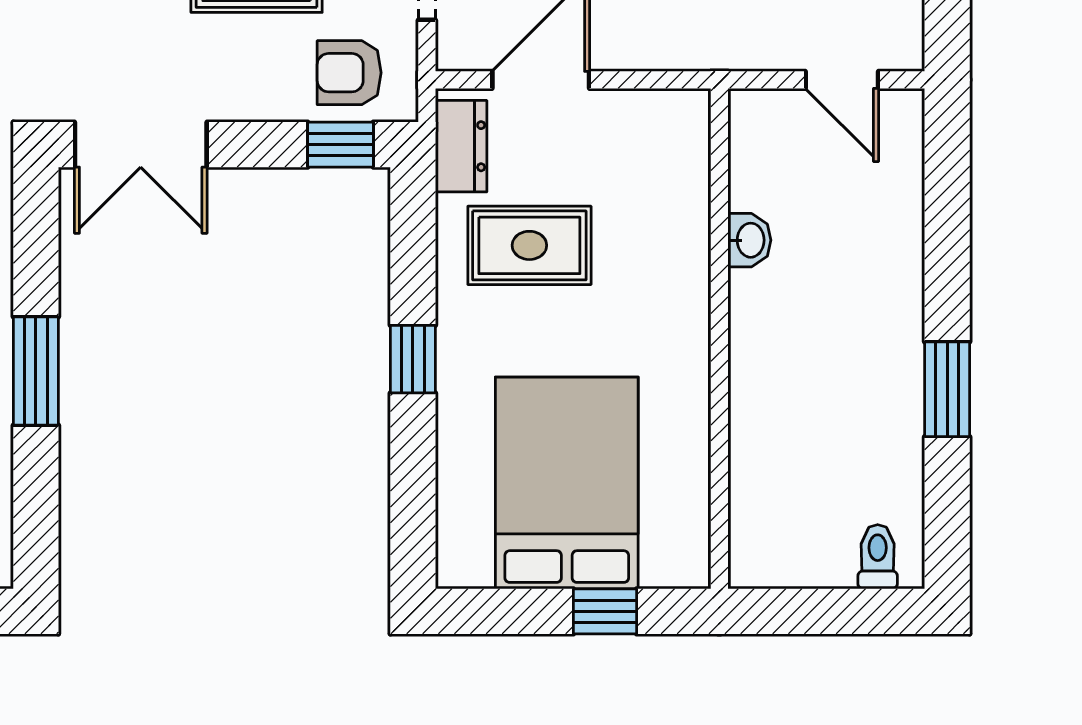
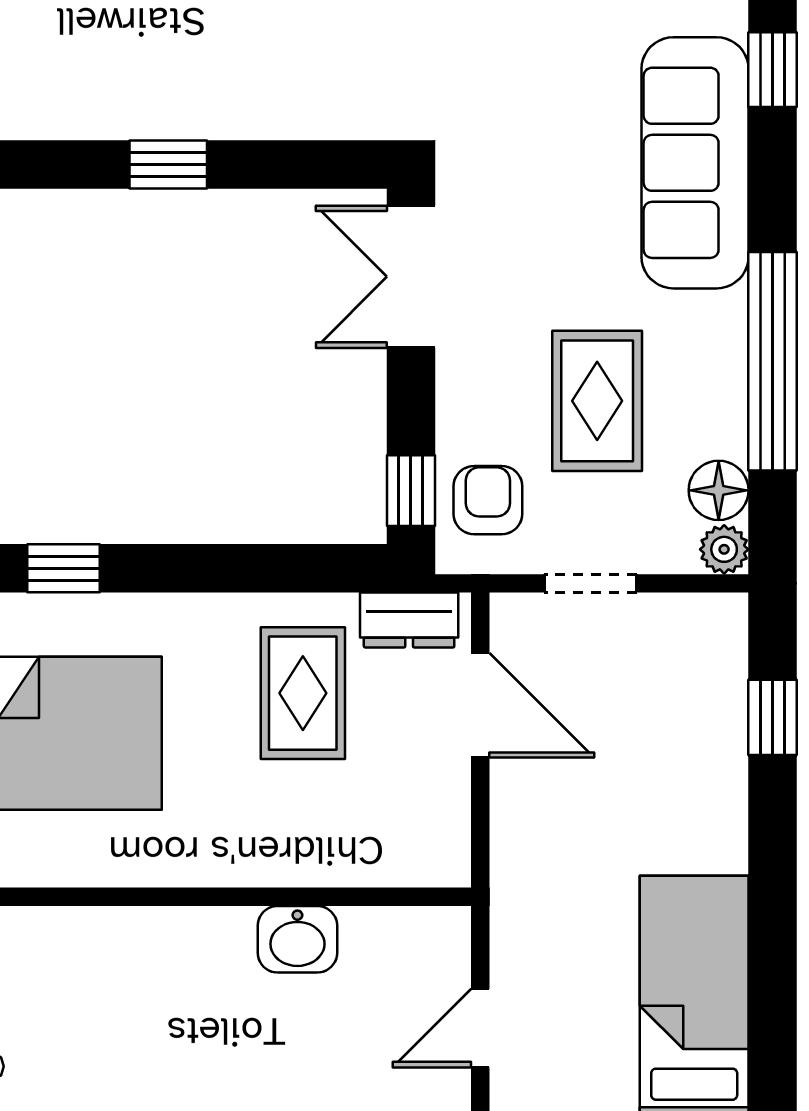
washbasin: (749, 240) -> (297, 939), width x1.38, depth x1.45
window: (413, 359) -> (63, 568), moved
window: (36, 371) -> (168, 164), width x0.67

